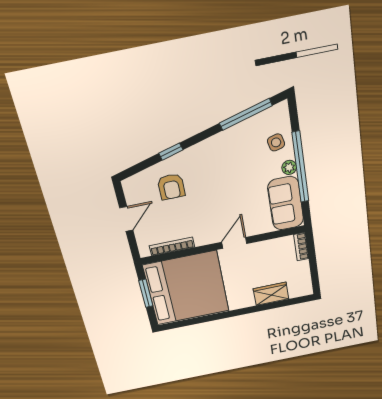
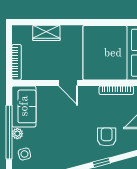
door: (234, 243) -> (68, 83), hinge flipped
bookcase: (301, 247) -> (17, 62), width x1.56

